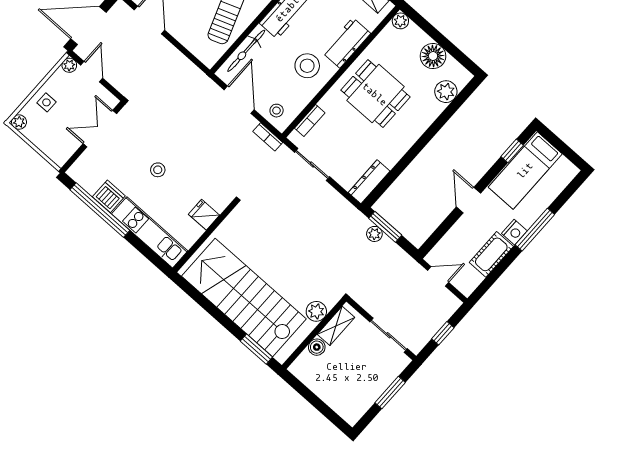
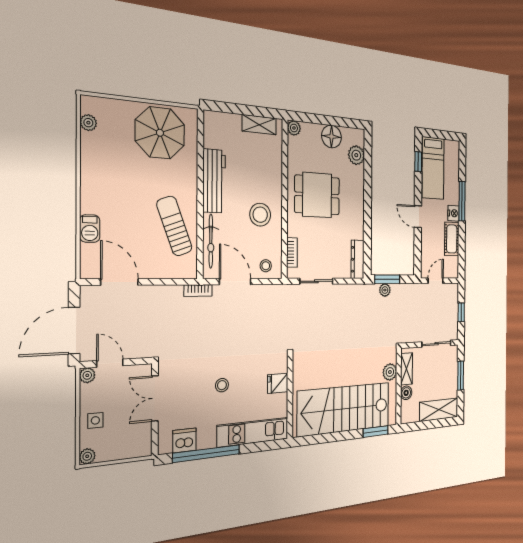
workbench: (346, 43) -> (272, 175), removed
bookcase: (268, 137) -> (198, 290), moved
dishwasher: (109, 196) -> (185, 440), moved
shelving: (338, 399) -> (439, 410), added

